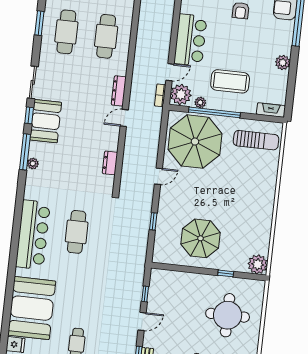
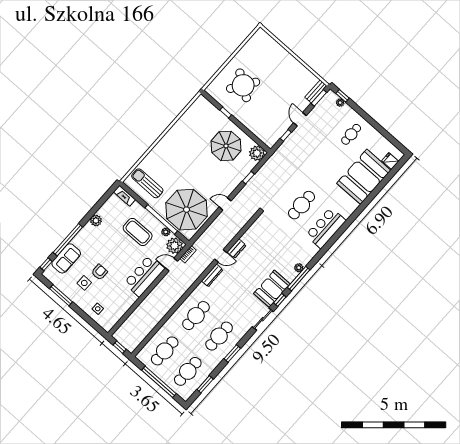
dresser: (110, 163) -> (237, 249), moved
bar counter: (33, 235) -> (326, 228), width x0.73
plant: (258, 264) -> (257, 153), moved
round table: (228, 315) -> (243, 85), turned 34
door: (142, 321) -> (300, 119), hinge flipped

